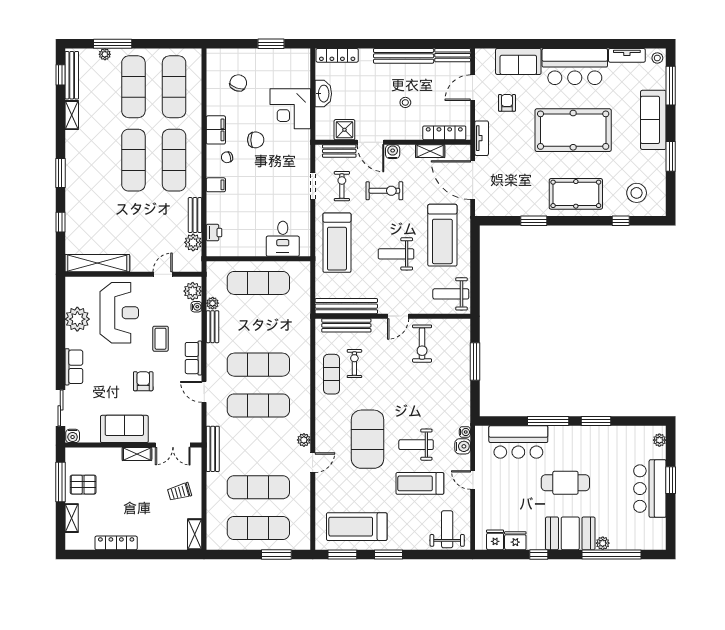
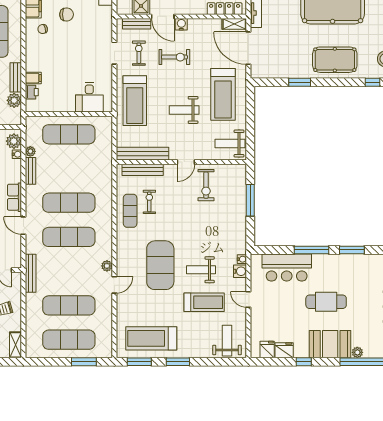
shelving: (430, 151) -> (234, 24), moved
filing cabinet: (216, 185) -> (33, 78), moved
treadmill: (420, 483) -> (204, 302), turned 180

